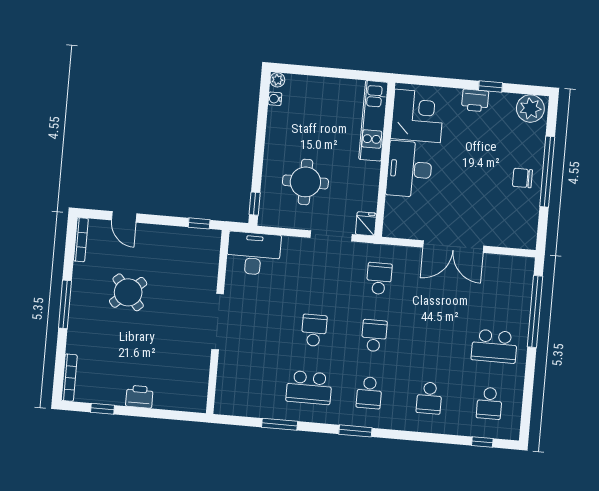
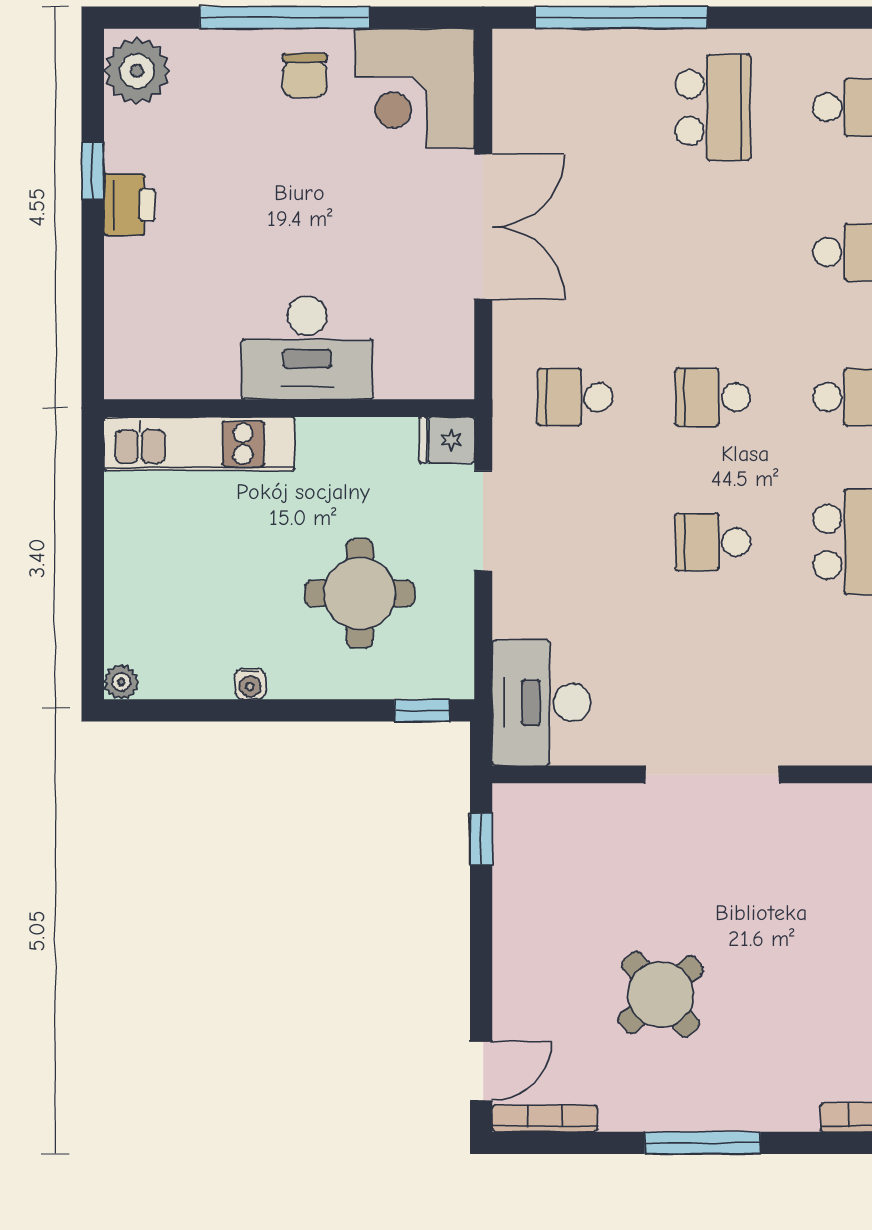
water cooler: (275, 99) -> (250, 684), moved
corner desk: (417, 116) -> (415, 88), moved, turned -90
door: (124, 217) -> (481, 1071), moved

